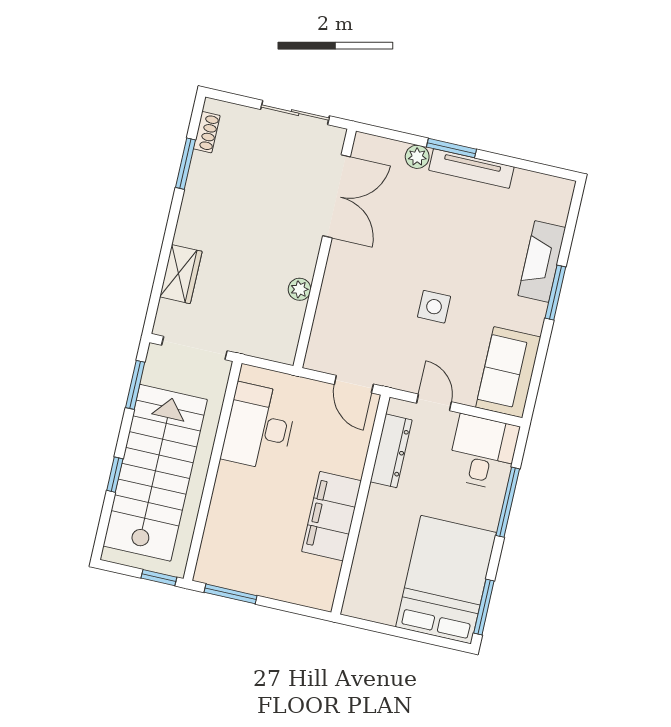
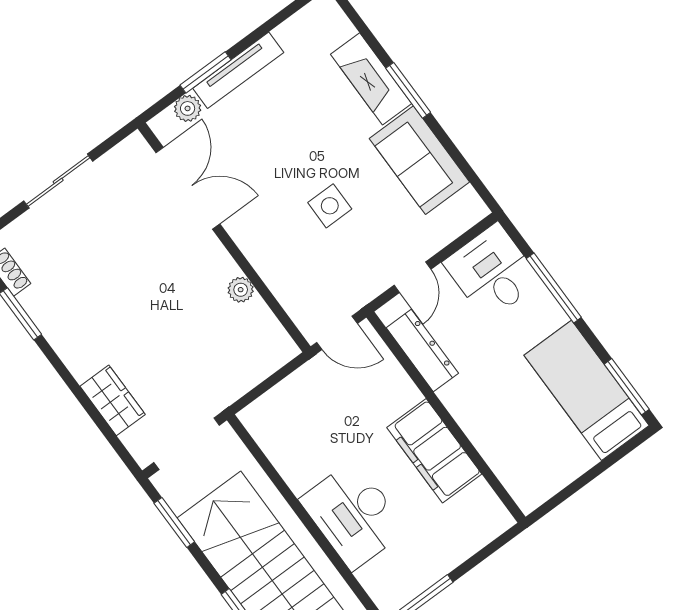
double door: (337, 196) -> (188, 188), moved
wall: (325, 248) -> (224, 237), moved
plant: (300, 289) -> (241, 290), moved
sofa: (508, 372) -> (419, 160), moved
door: (434, 402) -> (412, 277), swing flipped
desk: (259, 427) -> (353, 515), moved
bed: (446, 580) -> (587, 390), width x0.67

